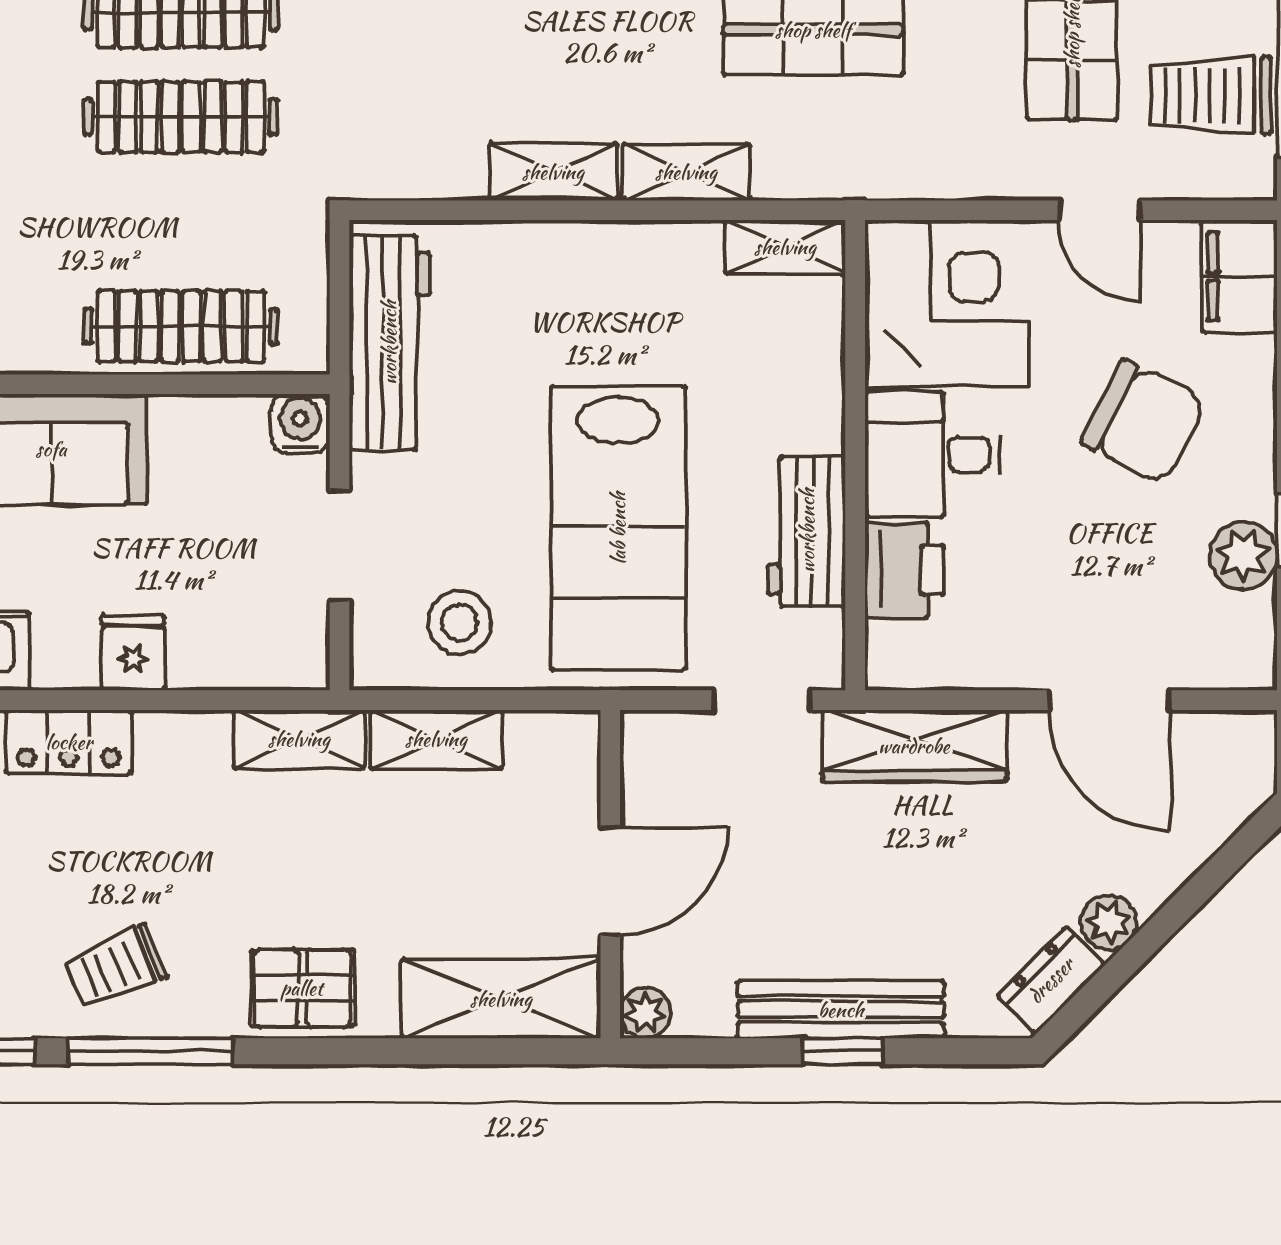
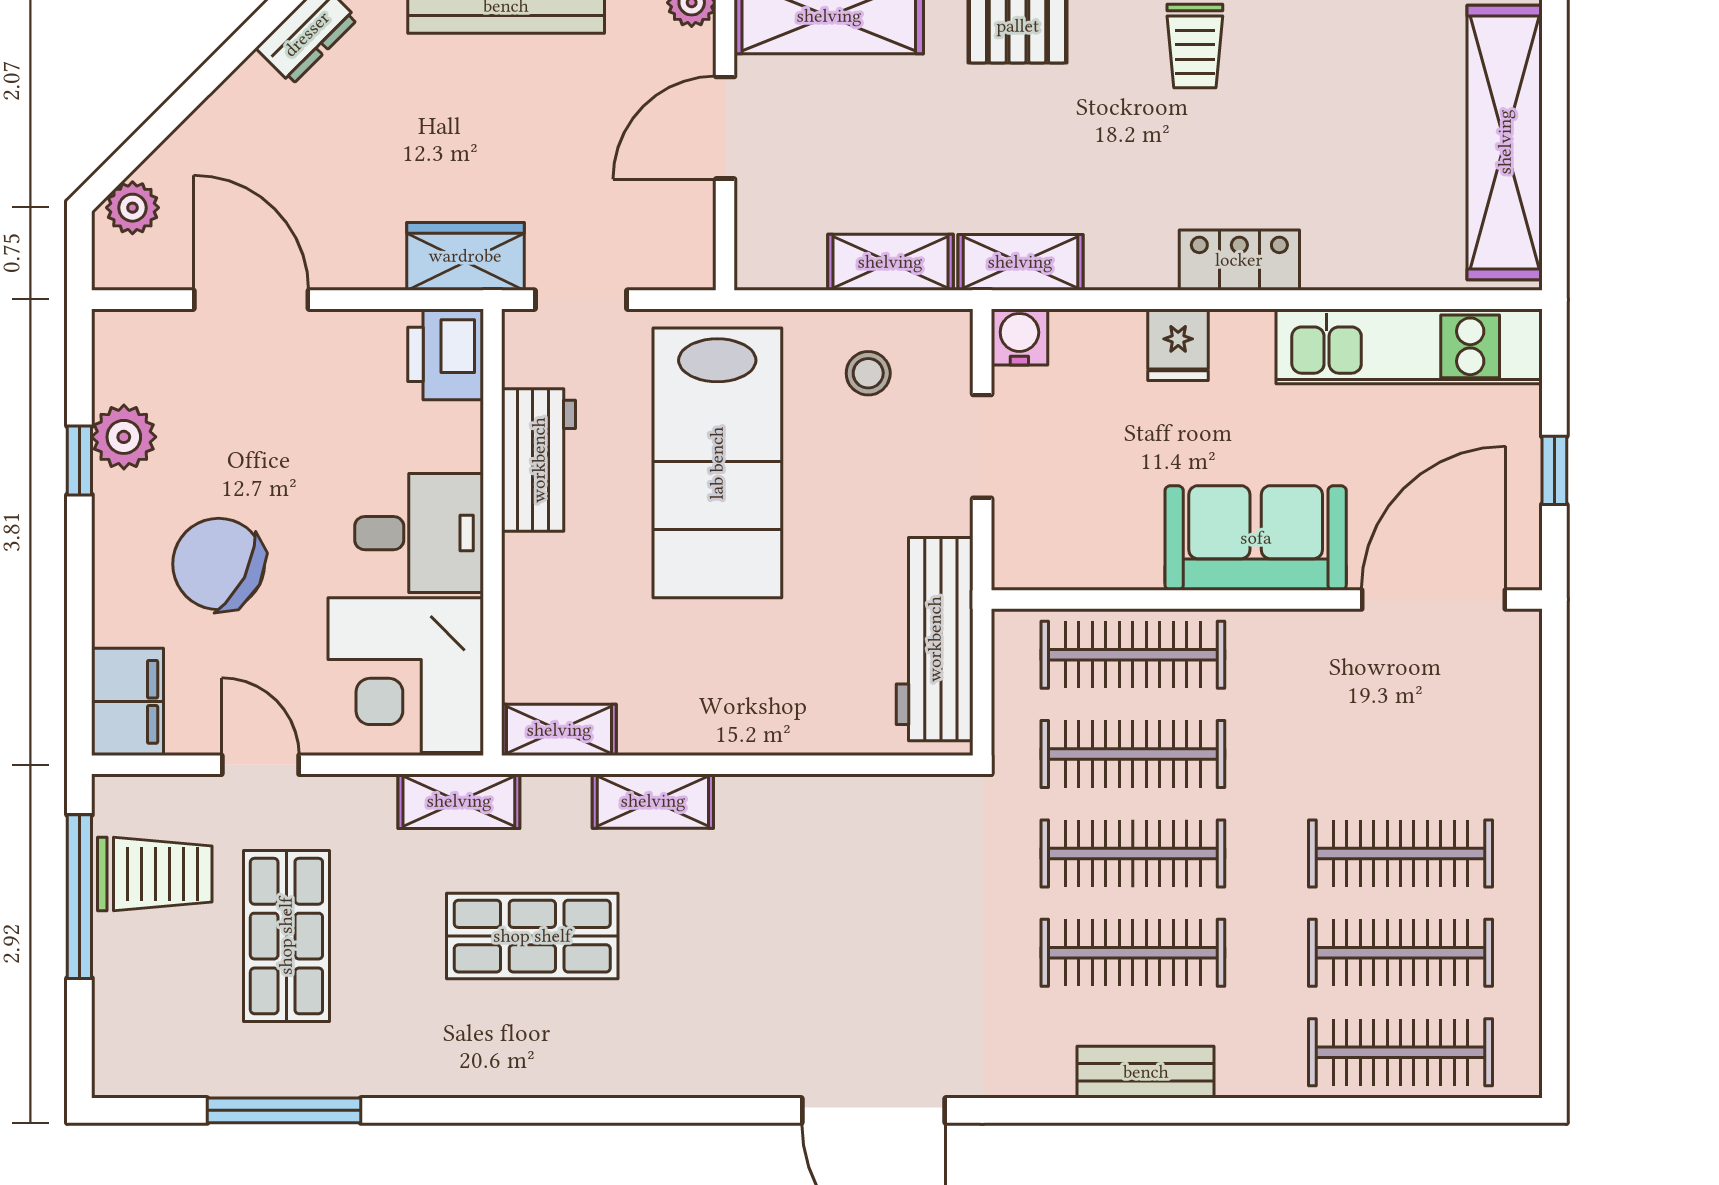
shelving: (553, 172) -> (459, 801), moved
clothes rail: (181, 222) -> (1133, 754), added
water cooler: (300, 424) -> (1019, 337), moved, turned 180
lab bench: (618, 528) -> (717, 463), turned 180
printer: (904, 570) -> (446, 354), moved
stool: (459, 623) -> (868, 373), width x0.73, depth x0.73
wardrobe: (914, 746) -> (465, 256), width x0.67
plant: (1109, 922) -> (132, 208), moved
trolley: (115, 967) -> (1195, 46), turned 113

